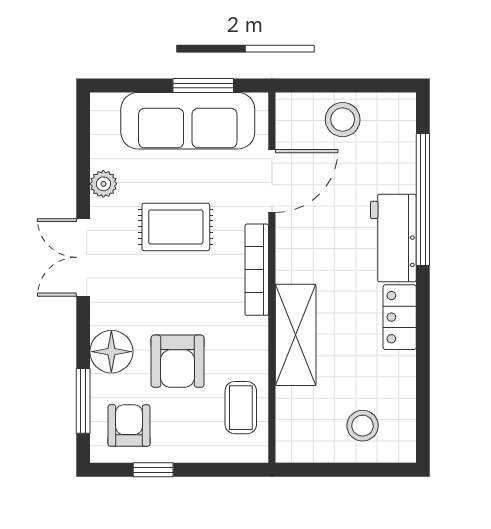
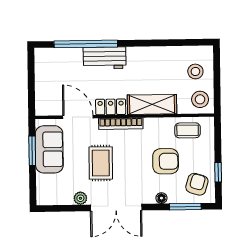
stool: (343, 120) -> (200, 99), moved
sofa: (188, 121) -> (49, 149), width x0.73
double door: (83, 257) -> (116, 208), width x1.37
locker: (400, 317) -> (111, 107), moved, turned 180
floor lamp: (111, 352) -> (161, 198), width x0.53, depth x0.53
armchair: (129, 426) -> (197, 184), turned 107

